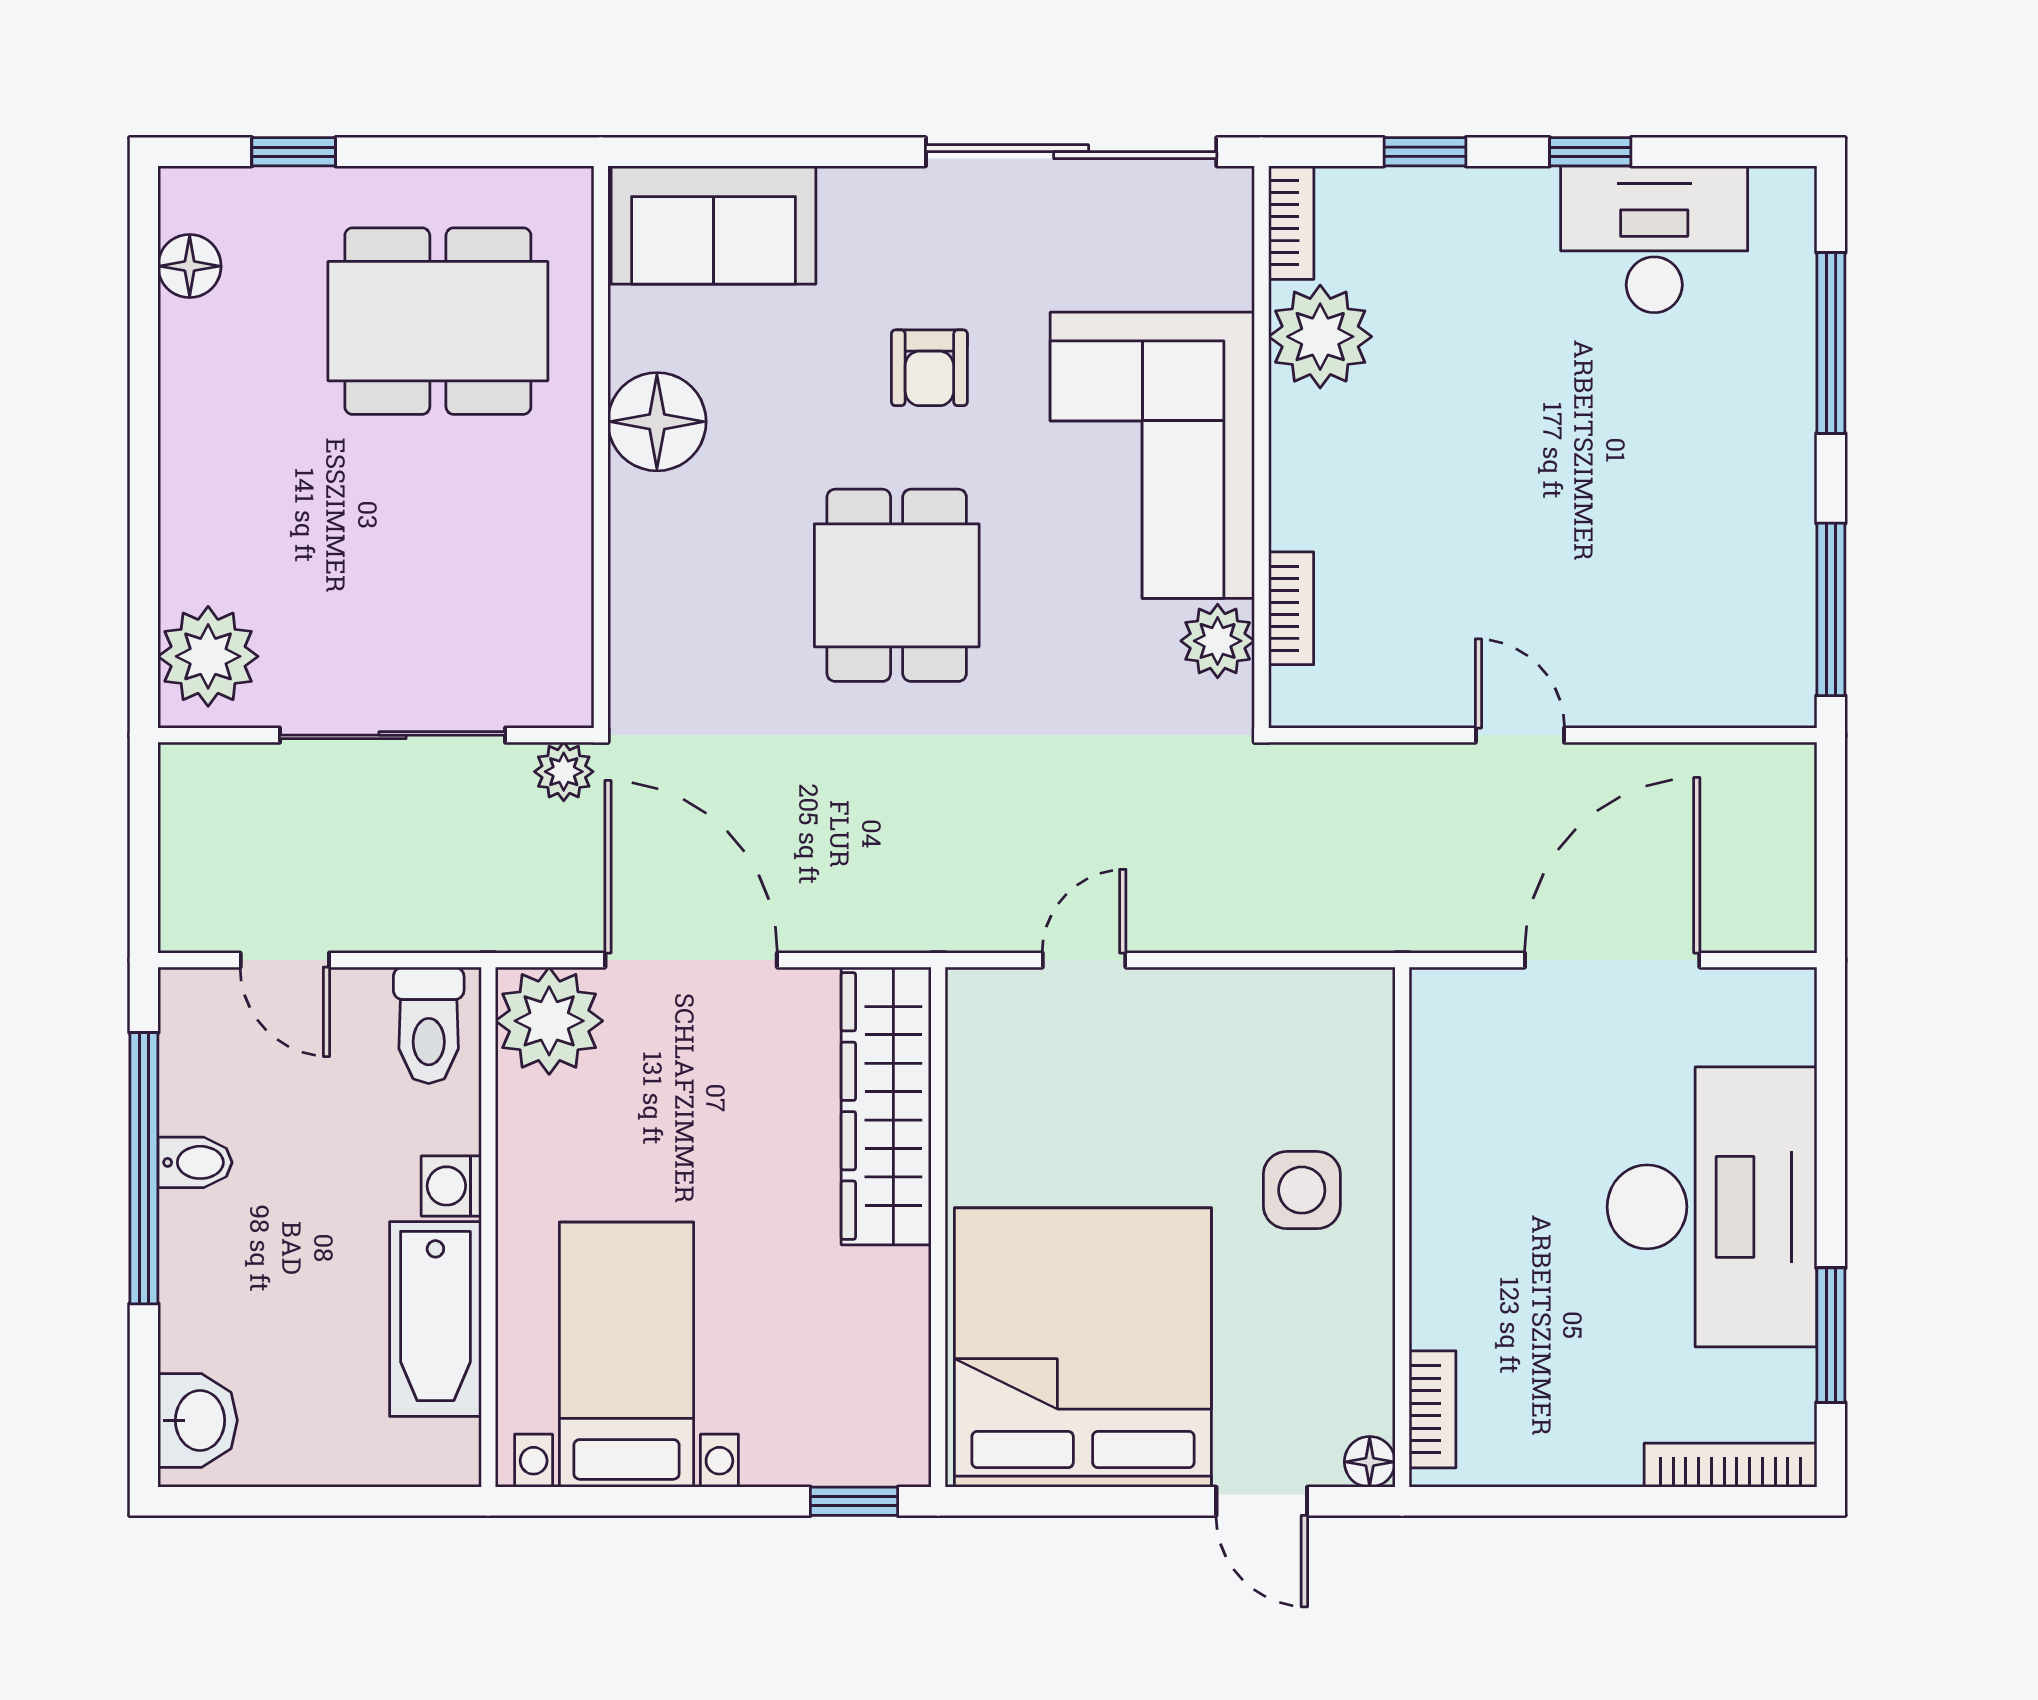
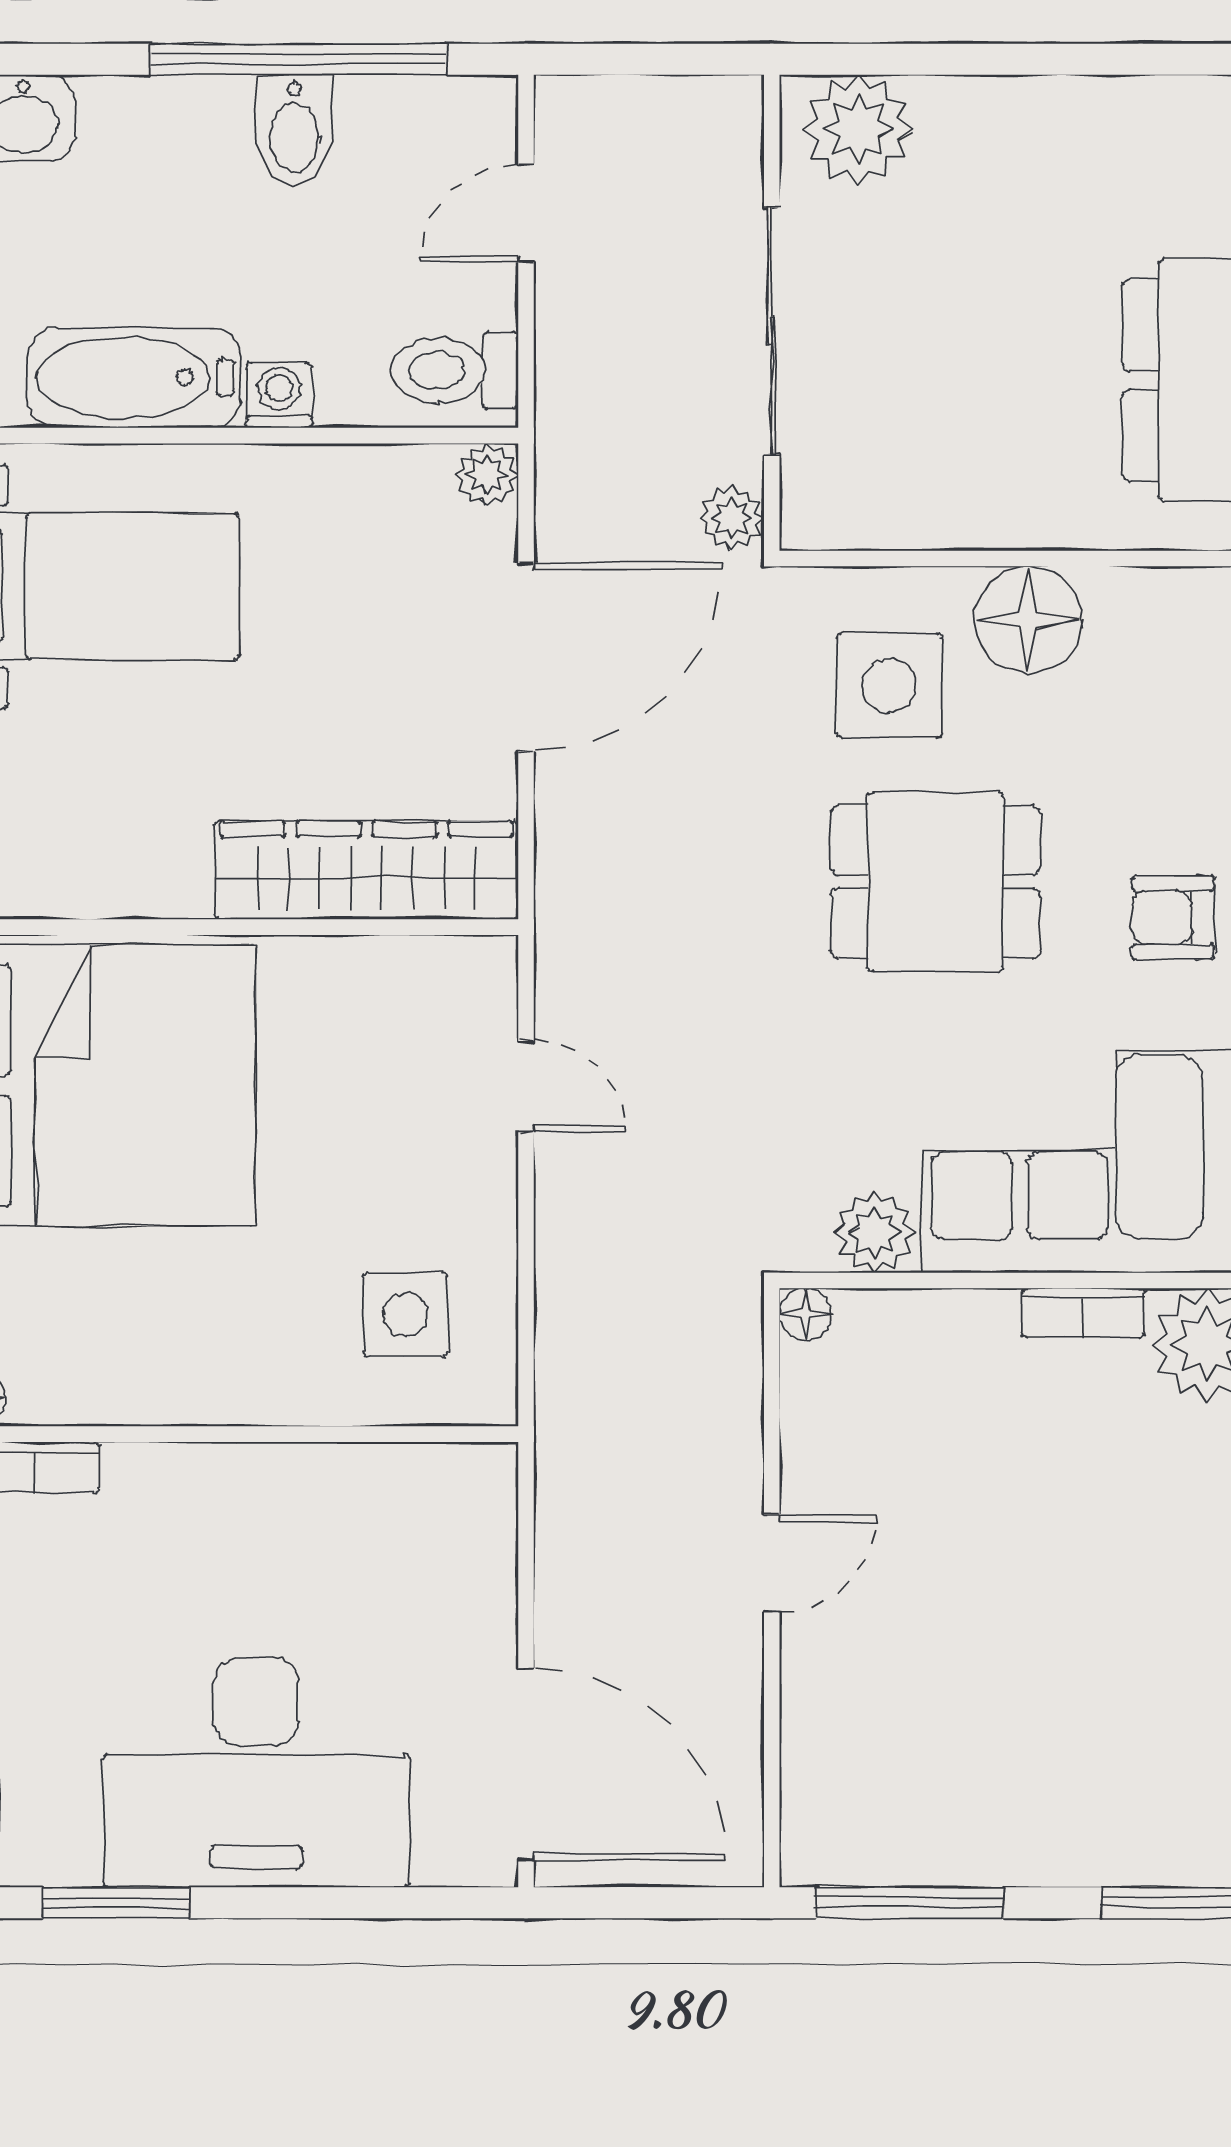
floor lamp: (657, 422) -> (1028, 620), moved
bookcase: (1291, 608) -> (1083, 1313), moved
side table: (717, 628) -> (889, 686), added
floor lamp: (1293, 704) -> (806, 1314), added
door: (1612, 960) -> (526, 1764), moved
plant: (549, 1021) -> (487, 475), width x0.53, depth x0.53
bidet: (195, 1162) -> (294, 130), width x1.38, depth x1.36
side table: (1302, 1190) -> (405, 1315), moved

